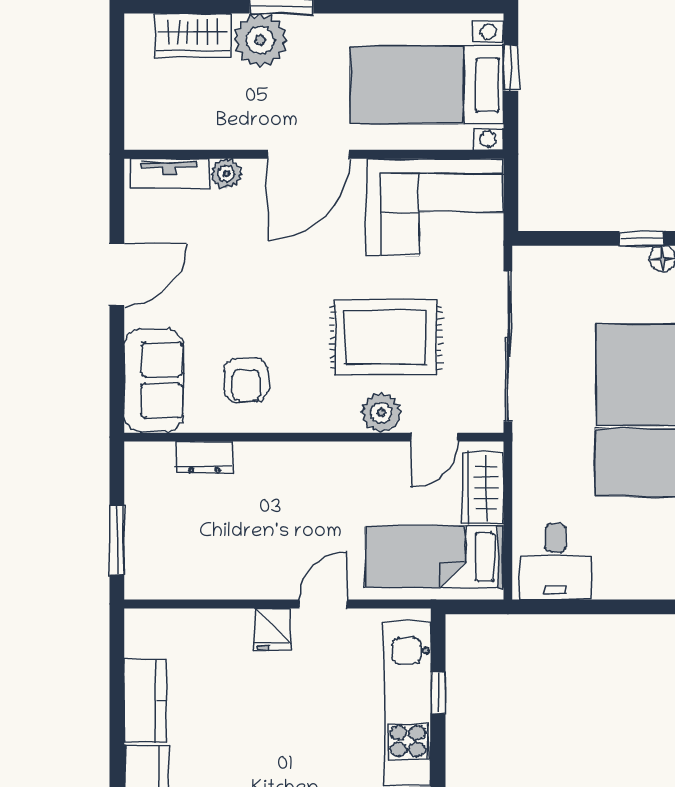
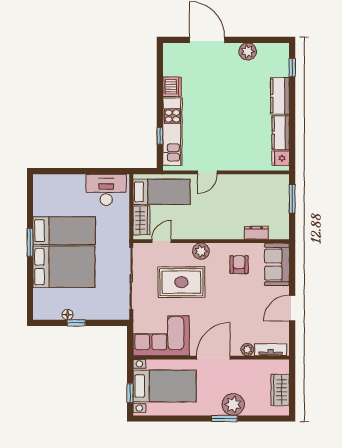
wardrobe: (193, 35) -> (280, 390), moved, turned -90
plant: (381, 413) -> (201, 251), moved
desk: (556, 561) -> (106, 190), width x1.37
fridge: (272, 629) -> (281, 158), moved, turned -90

